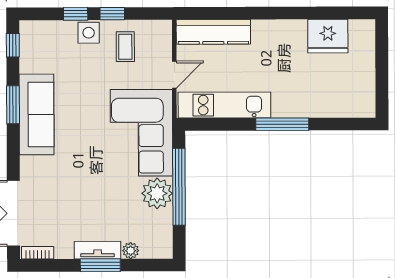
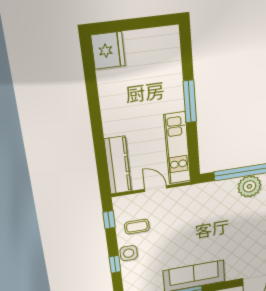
window: (112, 14) -> (109, 220), moved
fridge: (328, 36) -> (108, 50), moved
corner sofa: (141, 133) -> (203, 205), removed

